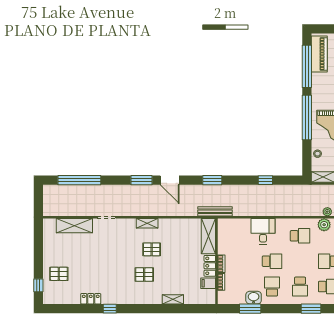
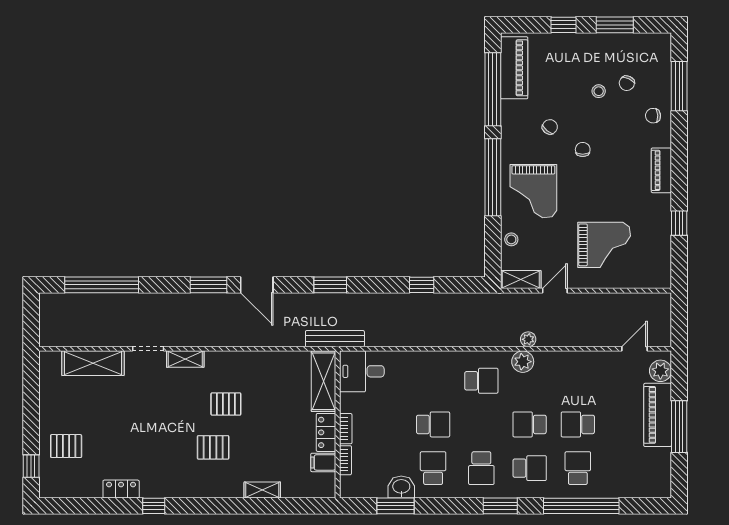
shelving: (147, 223) -> (185, 359), moved
desk: (263, 231) -> (362, 371), moved, turned -90

